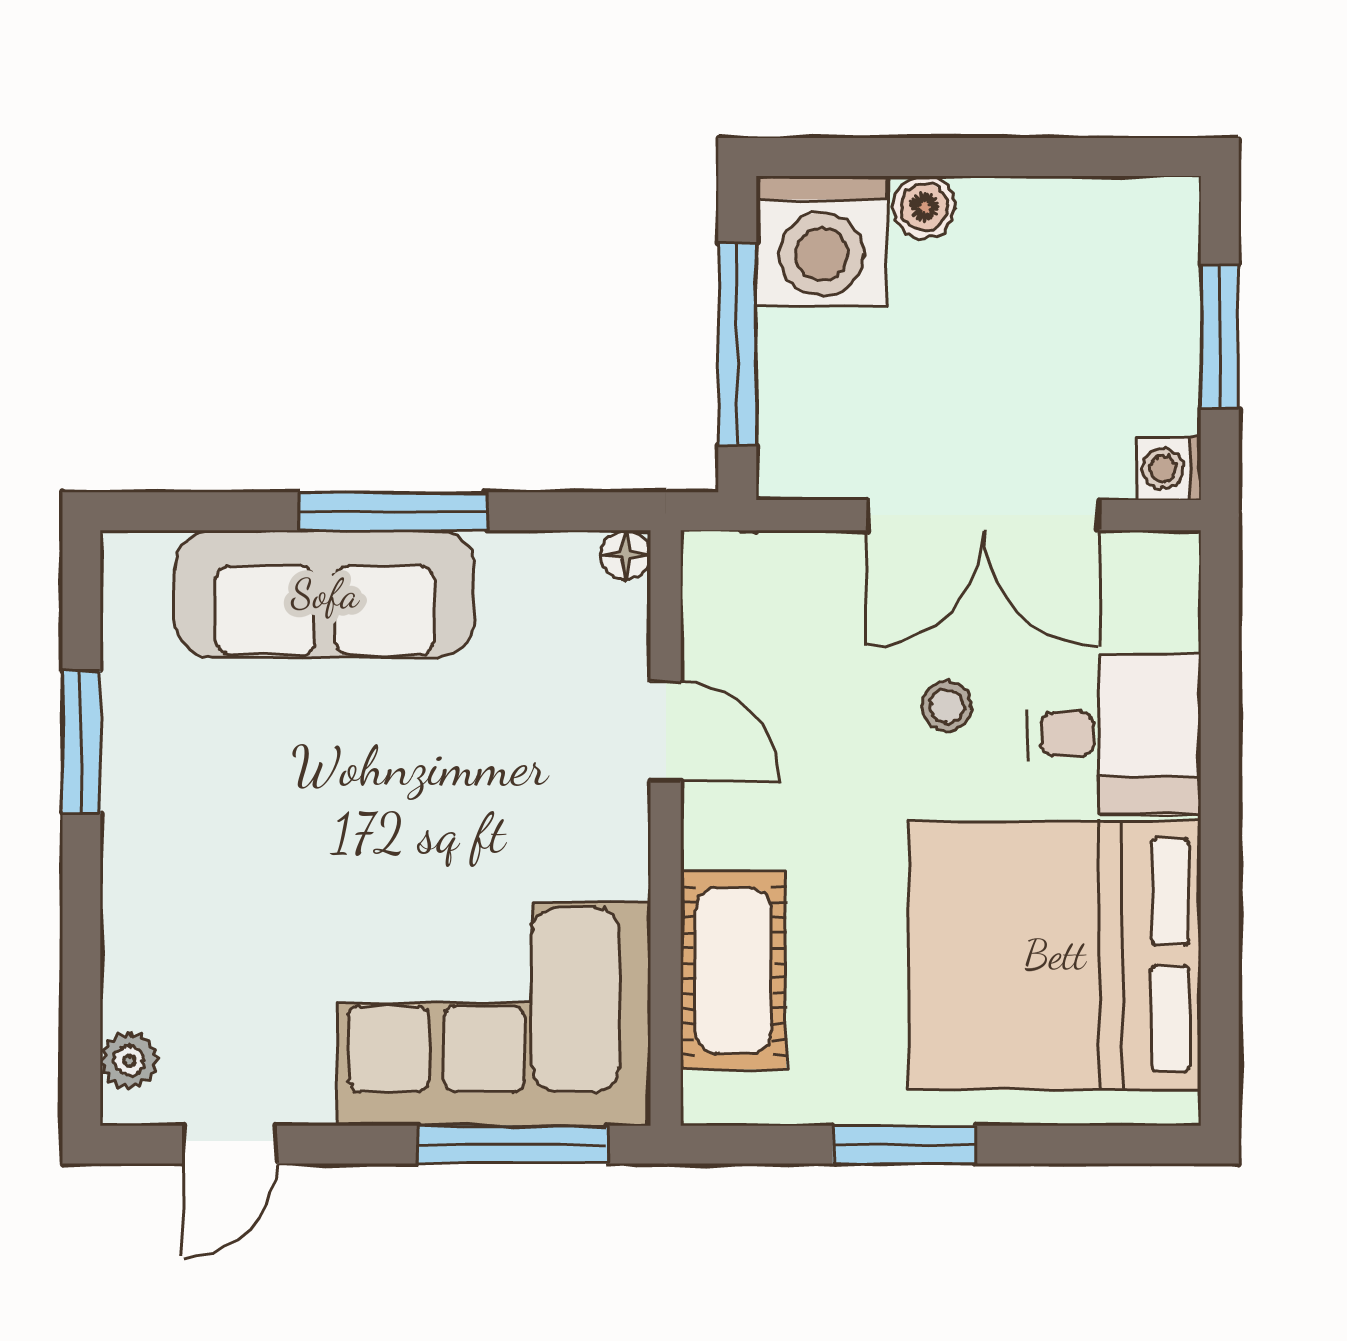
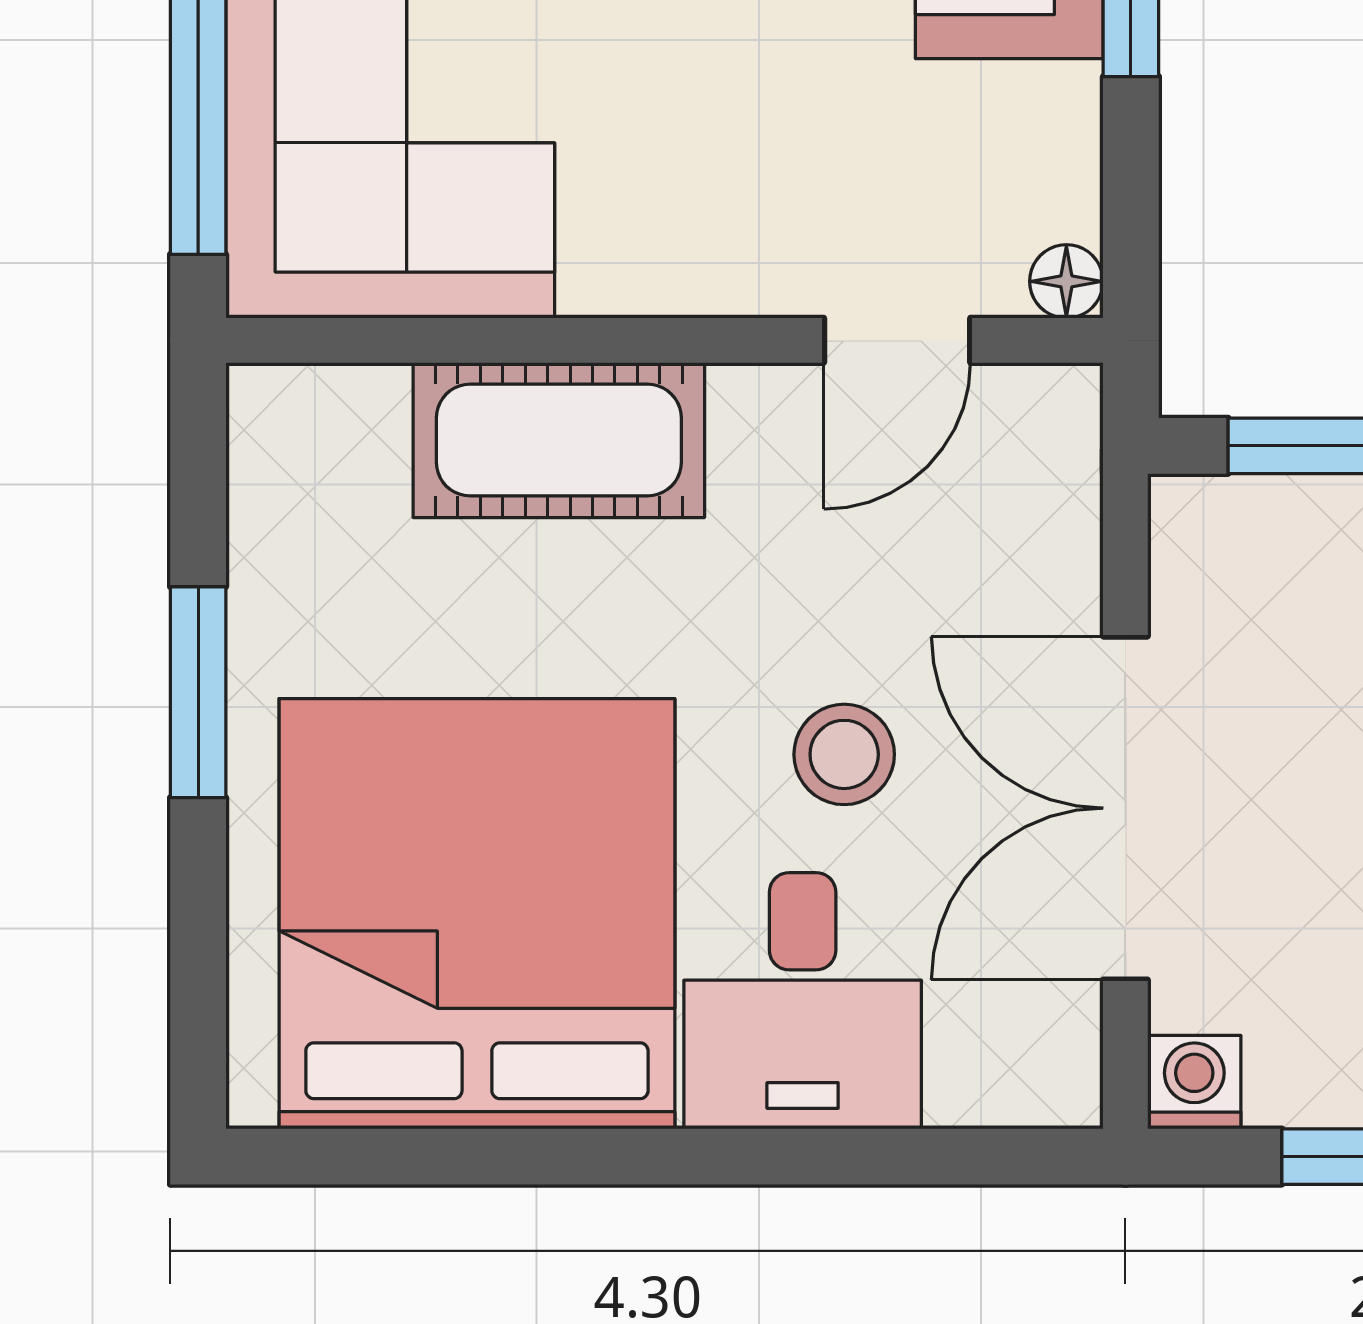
stool: (947, 706) -> (844, 754), width x1.37, depth x1.37
door: (666, 731) -> (897, 340), moved
cot: (733, 970) -> (559, 440), moved

